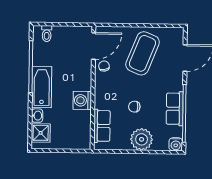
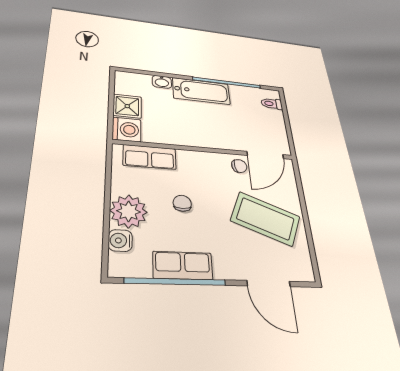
door: (94, 46) -> (265, 155), hinge flipped
washing machine: (82, 100) -> (127, 129), moved, turned 90
shower: (41, 133) -> (127, 106), moved
water cooler: (176, 144) -> (120, 241), moved

